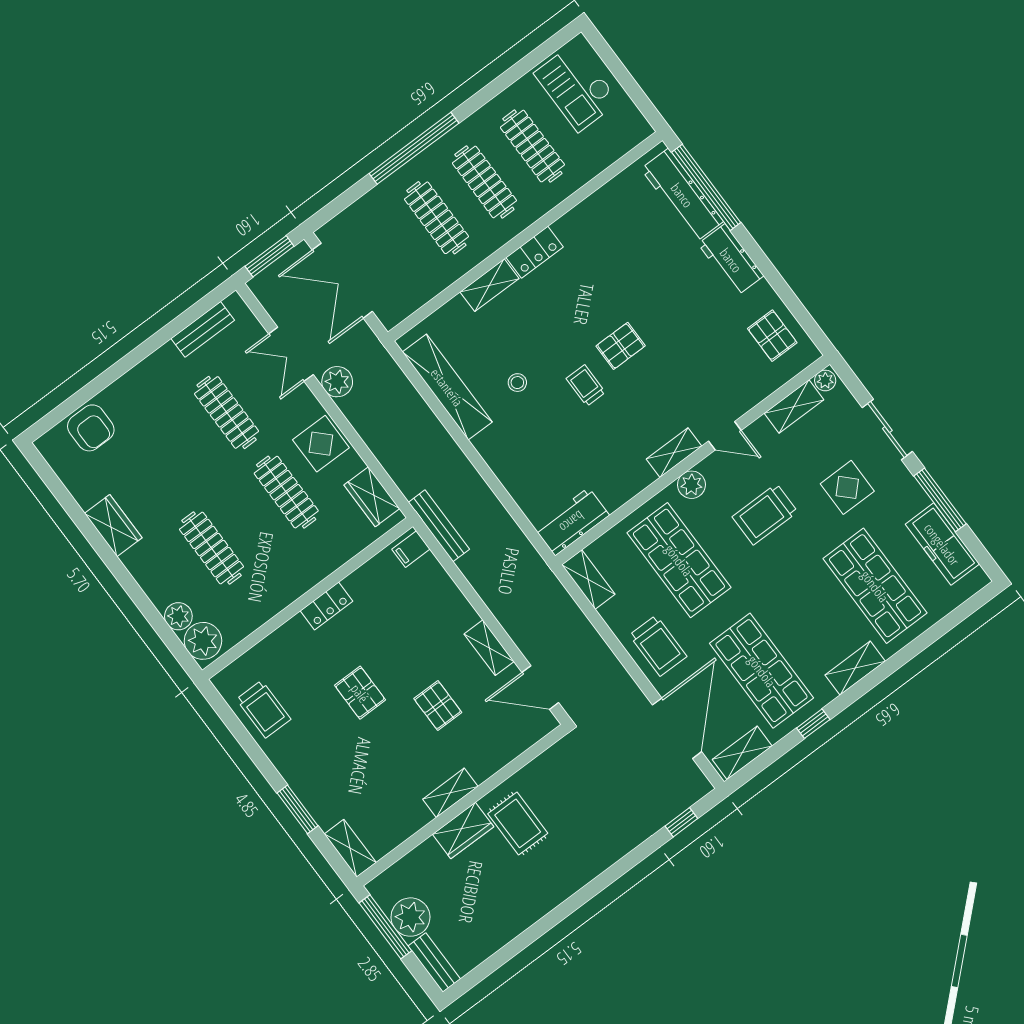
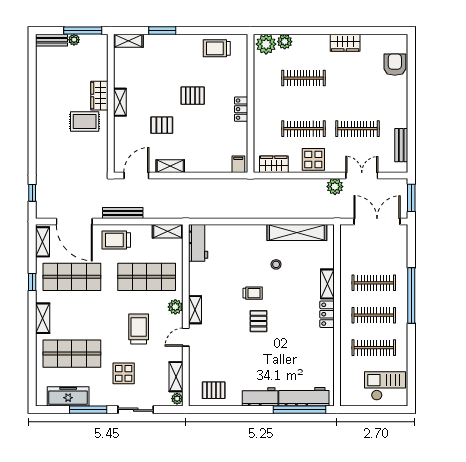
armchair: (91, 428) -> (395, 65), turned 90
bench: (439, 526) -> (123, 213), moved
plant: (410, 917) -> (74, 40), width x0.53, depth x0.53

